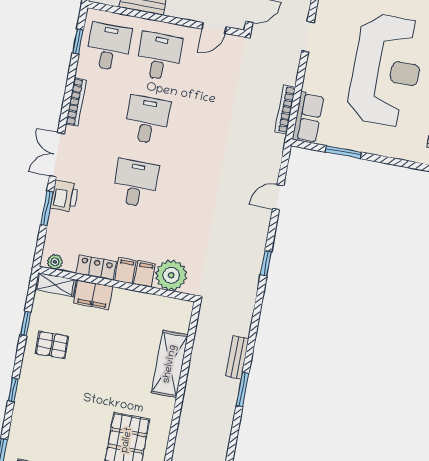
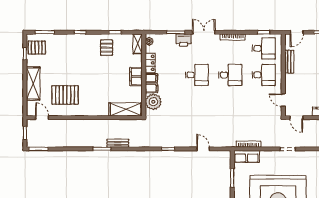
filing cabinet: (93, 295) -> (136, 76), moved
shelving: (170, 364) -> (126, 109), moved

